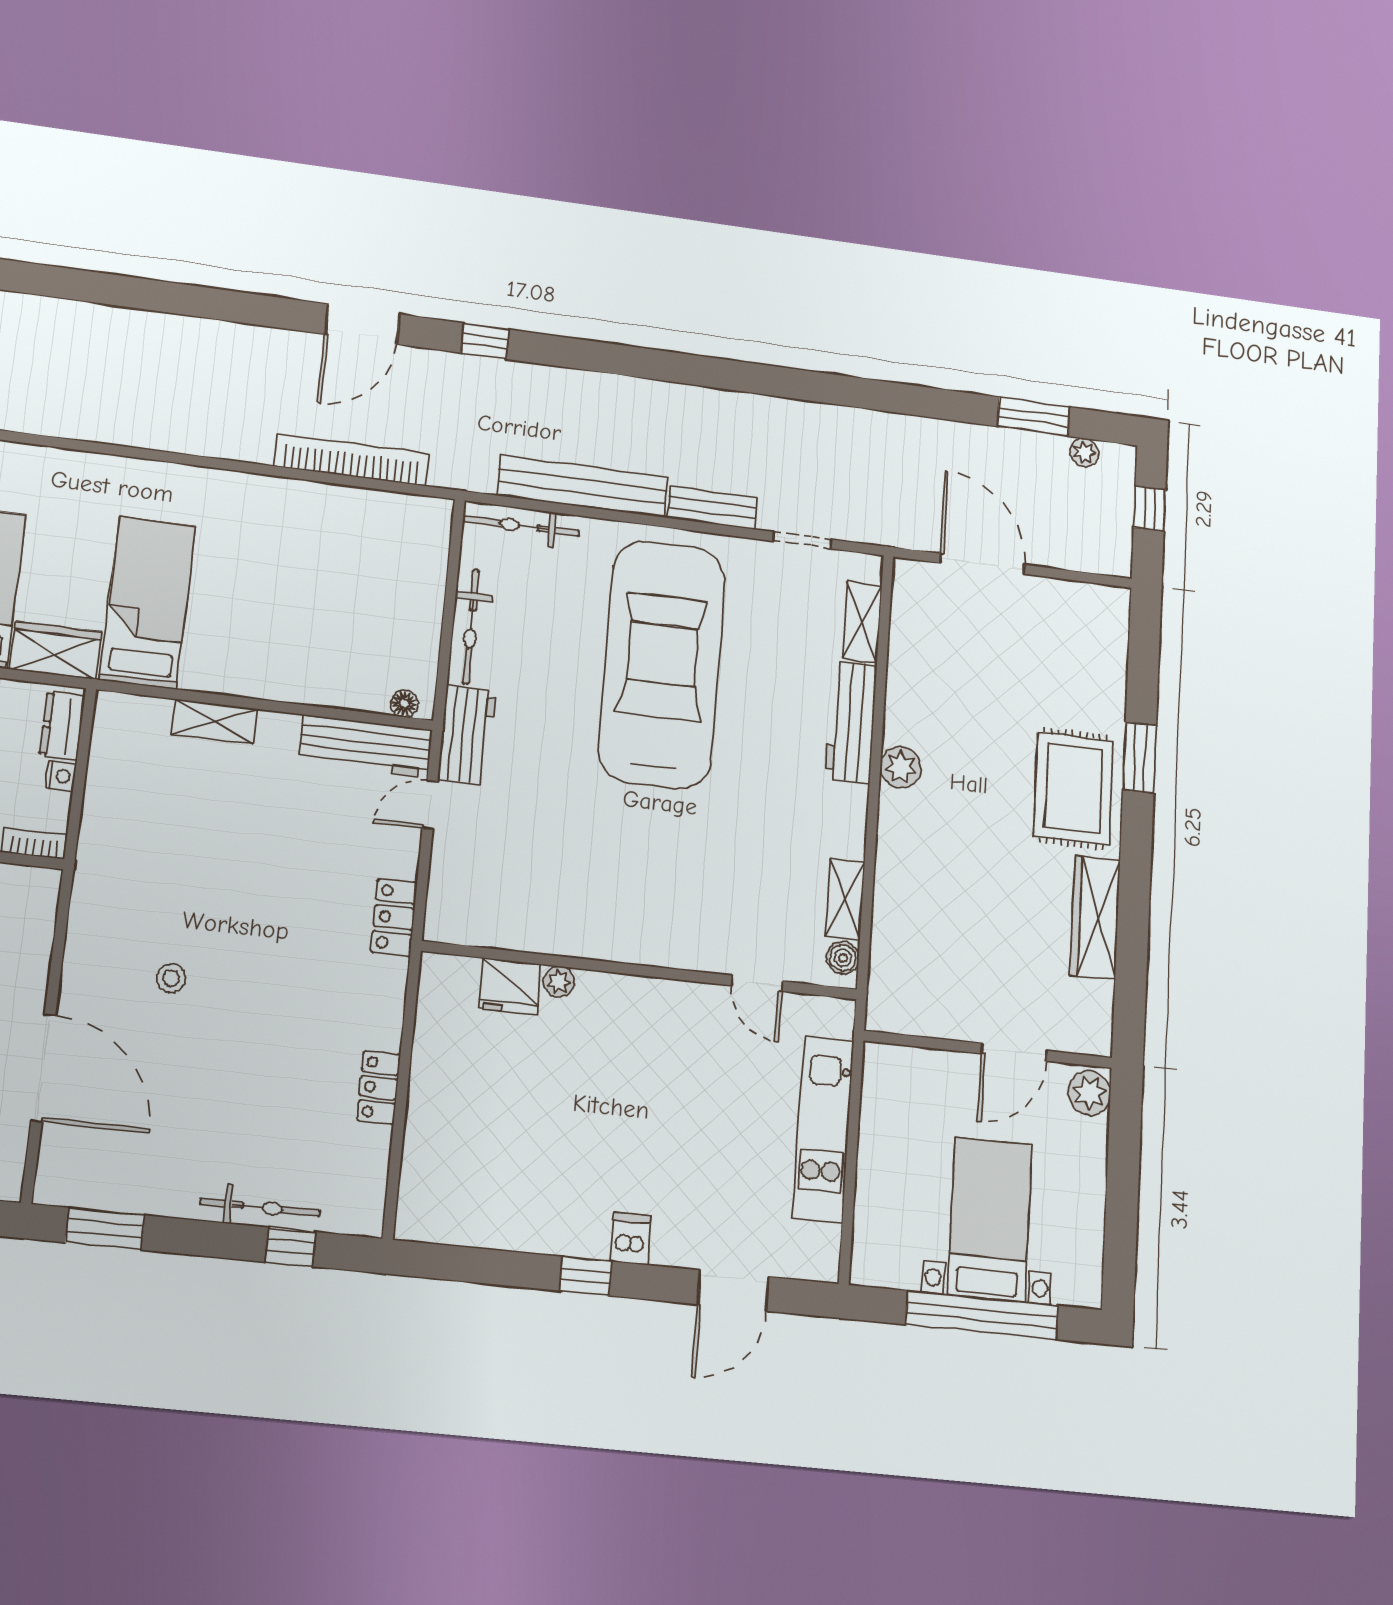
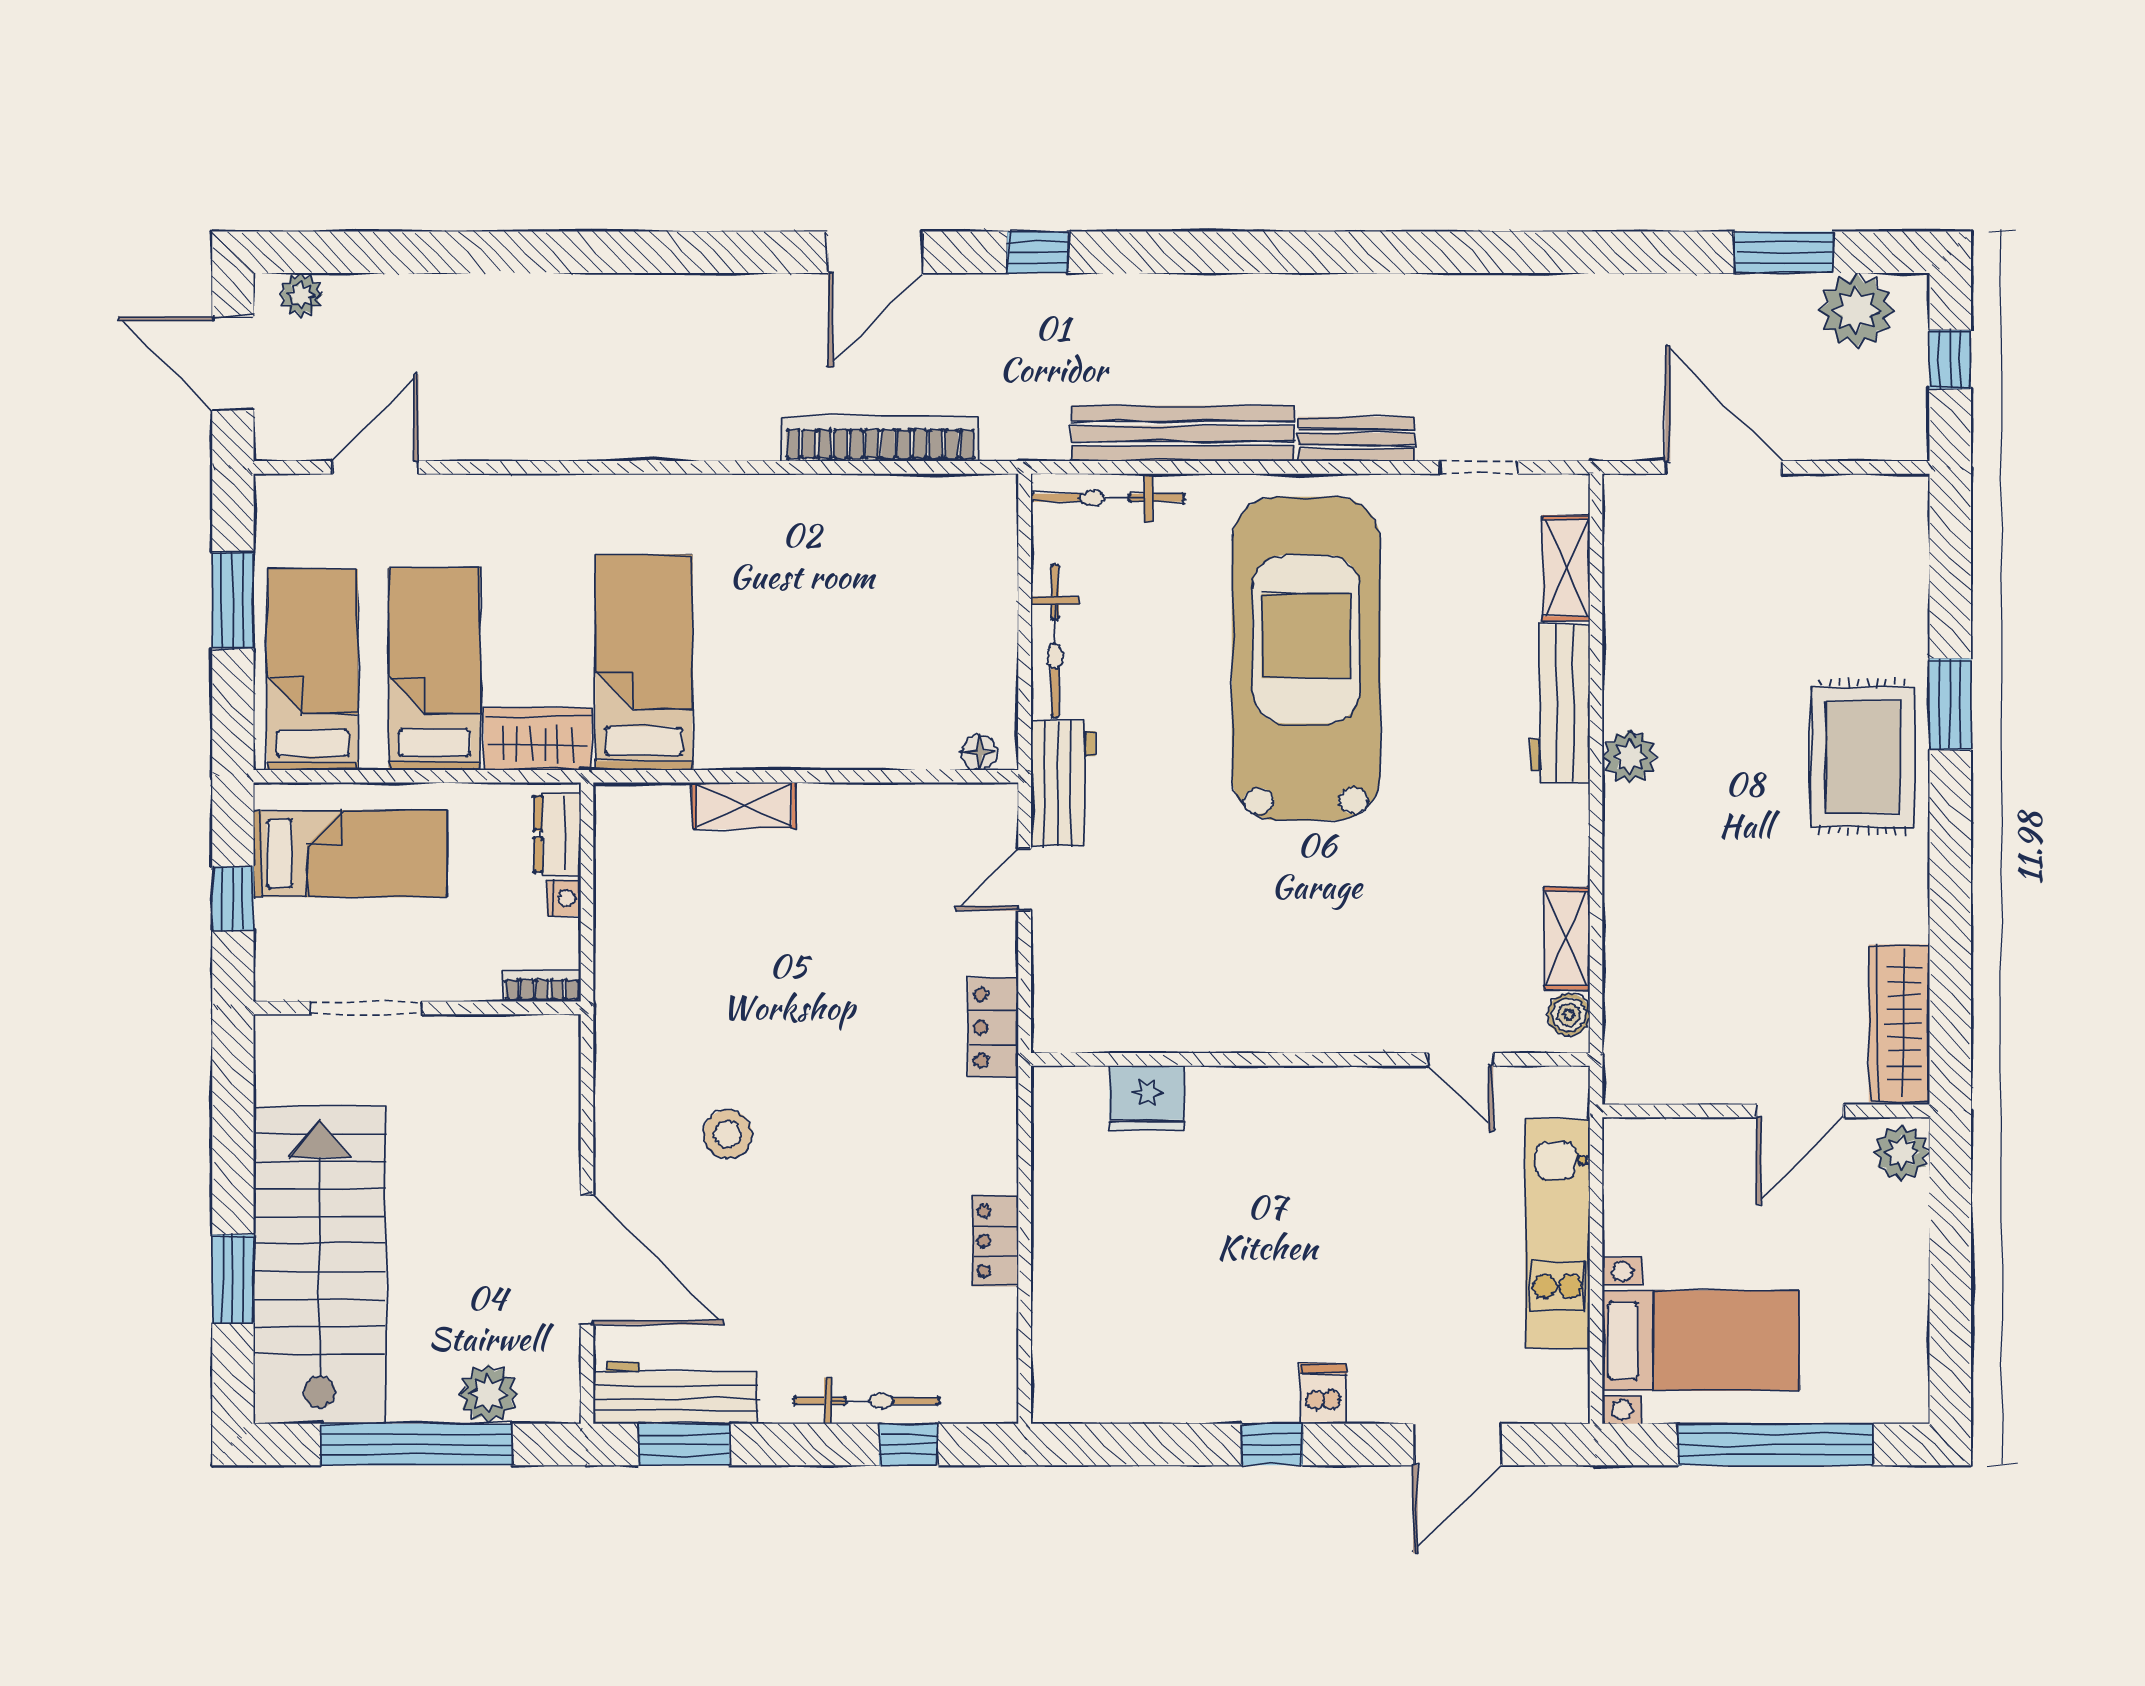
plant: (1084, 452) -> (1856, 310), width x1.88, depth x1.88
workbench: (366, 746) -> (676, 1393), moved, turned 180
wardrobe: (1095, 918) -> (1899, 1023), moved
stool: (171, 978) -> (728, 1134), width x1.37, depth x1.37
plant: (559, 982) -> (1208, 1085), removed
bed with nightstands: (990, 1219) -> (1701, 1341), moved, turned 90

